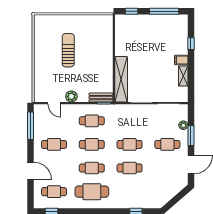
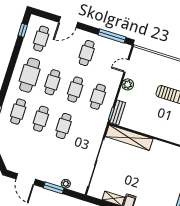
cafe table: (167, 144) -> (18, 112), moved

